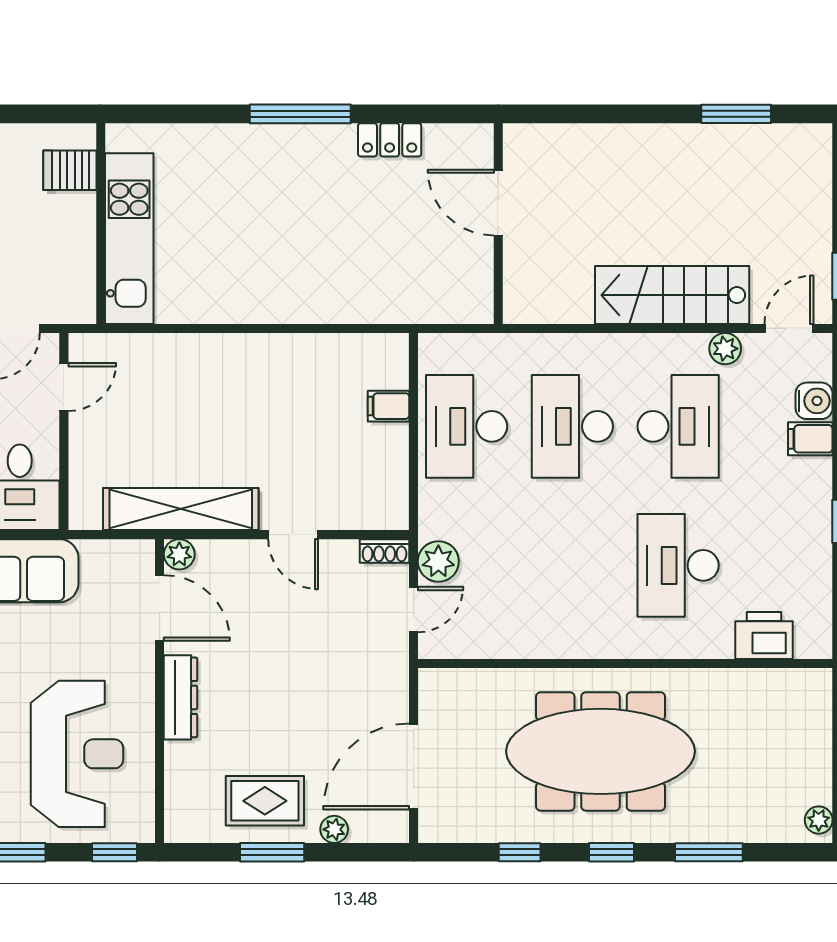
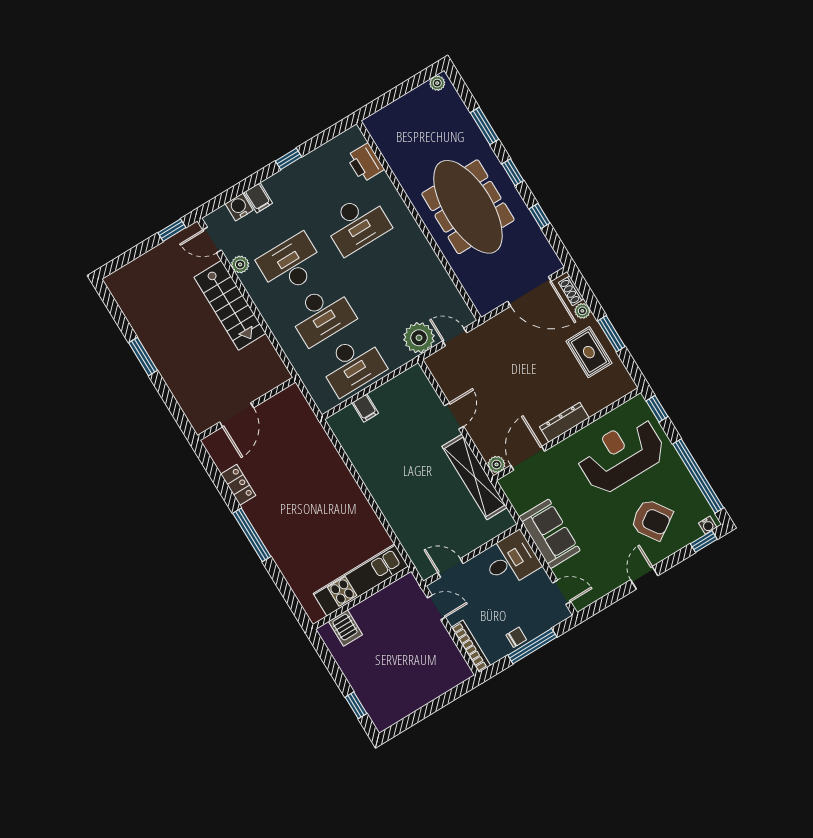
window: (736, 114) -> (143, 357), moved
shoe rack: (385, 551) -> (571, 291), moved, turned 180
plant: (438, 561) -> (419, 338), width x1.36, depth x1.36

